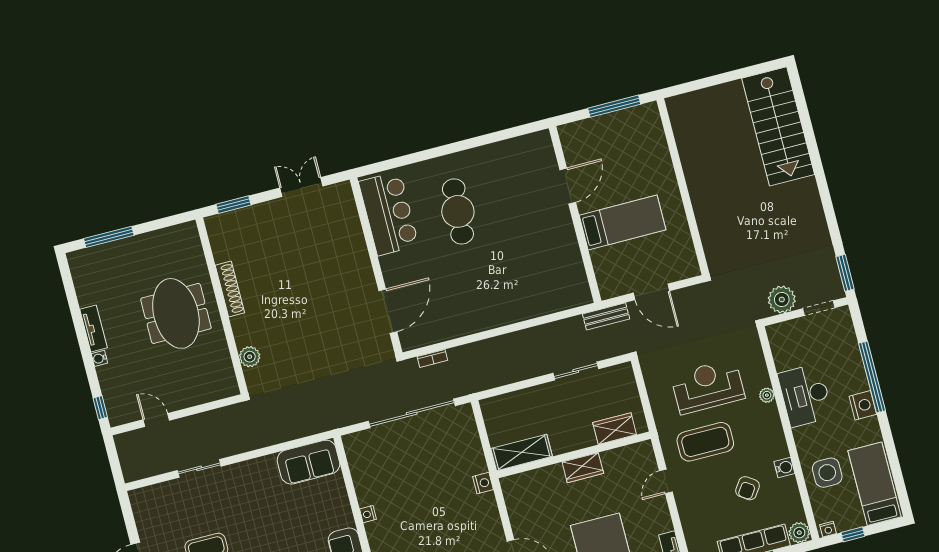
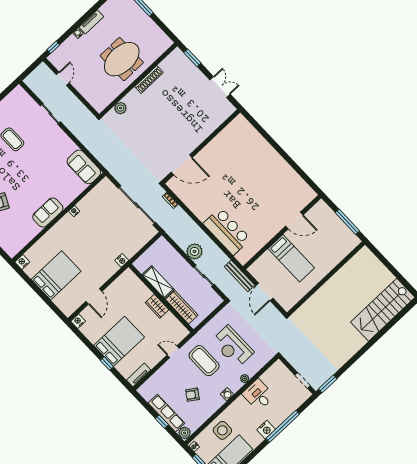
cafe table: (458, 211) -> (251, 172), removed
bar counter: (389, 214) -> (227, 231), moved, turned -90
plant: (782, 299) -> (195, 251), moved
bench: (606, 316) -> (240, 276), width x1.36
reception desk: (708, 386) -> (233, 346), turned 180
desk: (805, 395) -> (258, 395), width x0.73
wardrobe: (615, 429) -> (182, 307), width x1.50
shelving: (522, 452) -> (158, 282), moved
water cooler: (784, 468) -> (227, 394), moved

